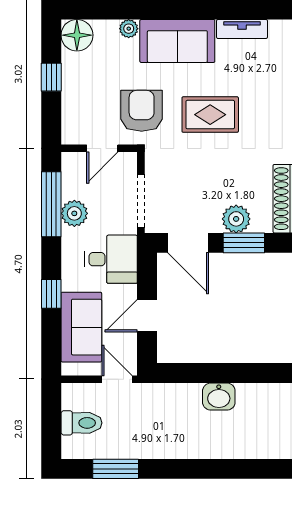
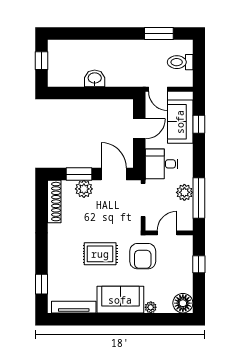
tv unit: (242, 29) -> (74, 307), width x1.41
window: (51, 77) -> (199, 264), moved
window: (51, 294) -> (199, 124), moved

